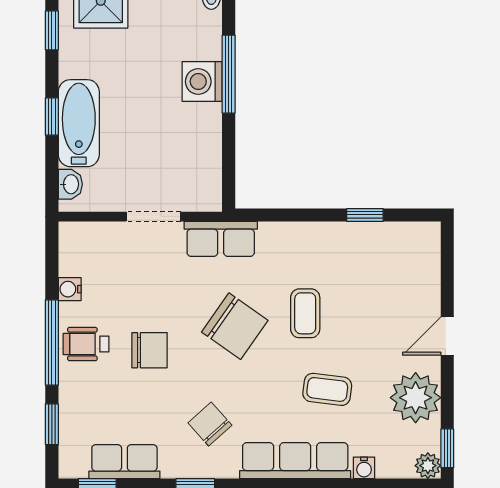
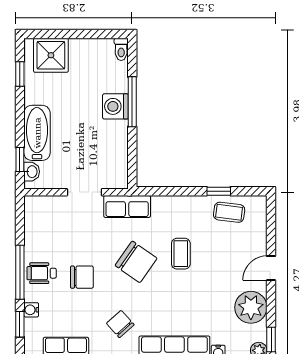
window: (52, 116) -> (20, 160), moved
water cooler: (70, 289) -> (31, 310), moved
coffee table: (327, 389) -> (229, 212), moved

